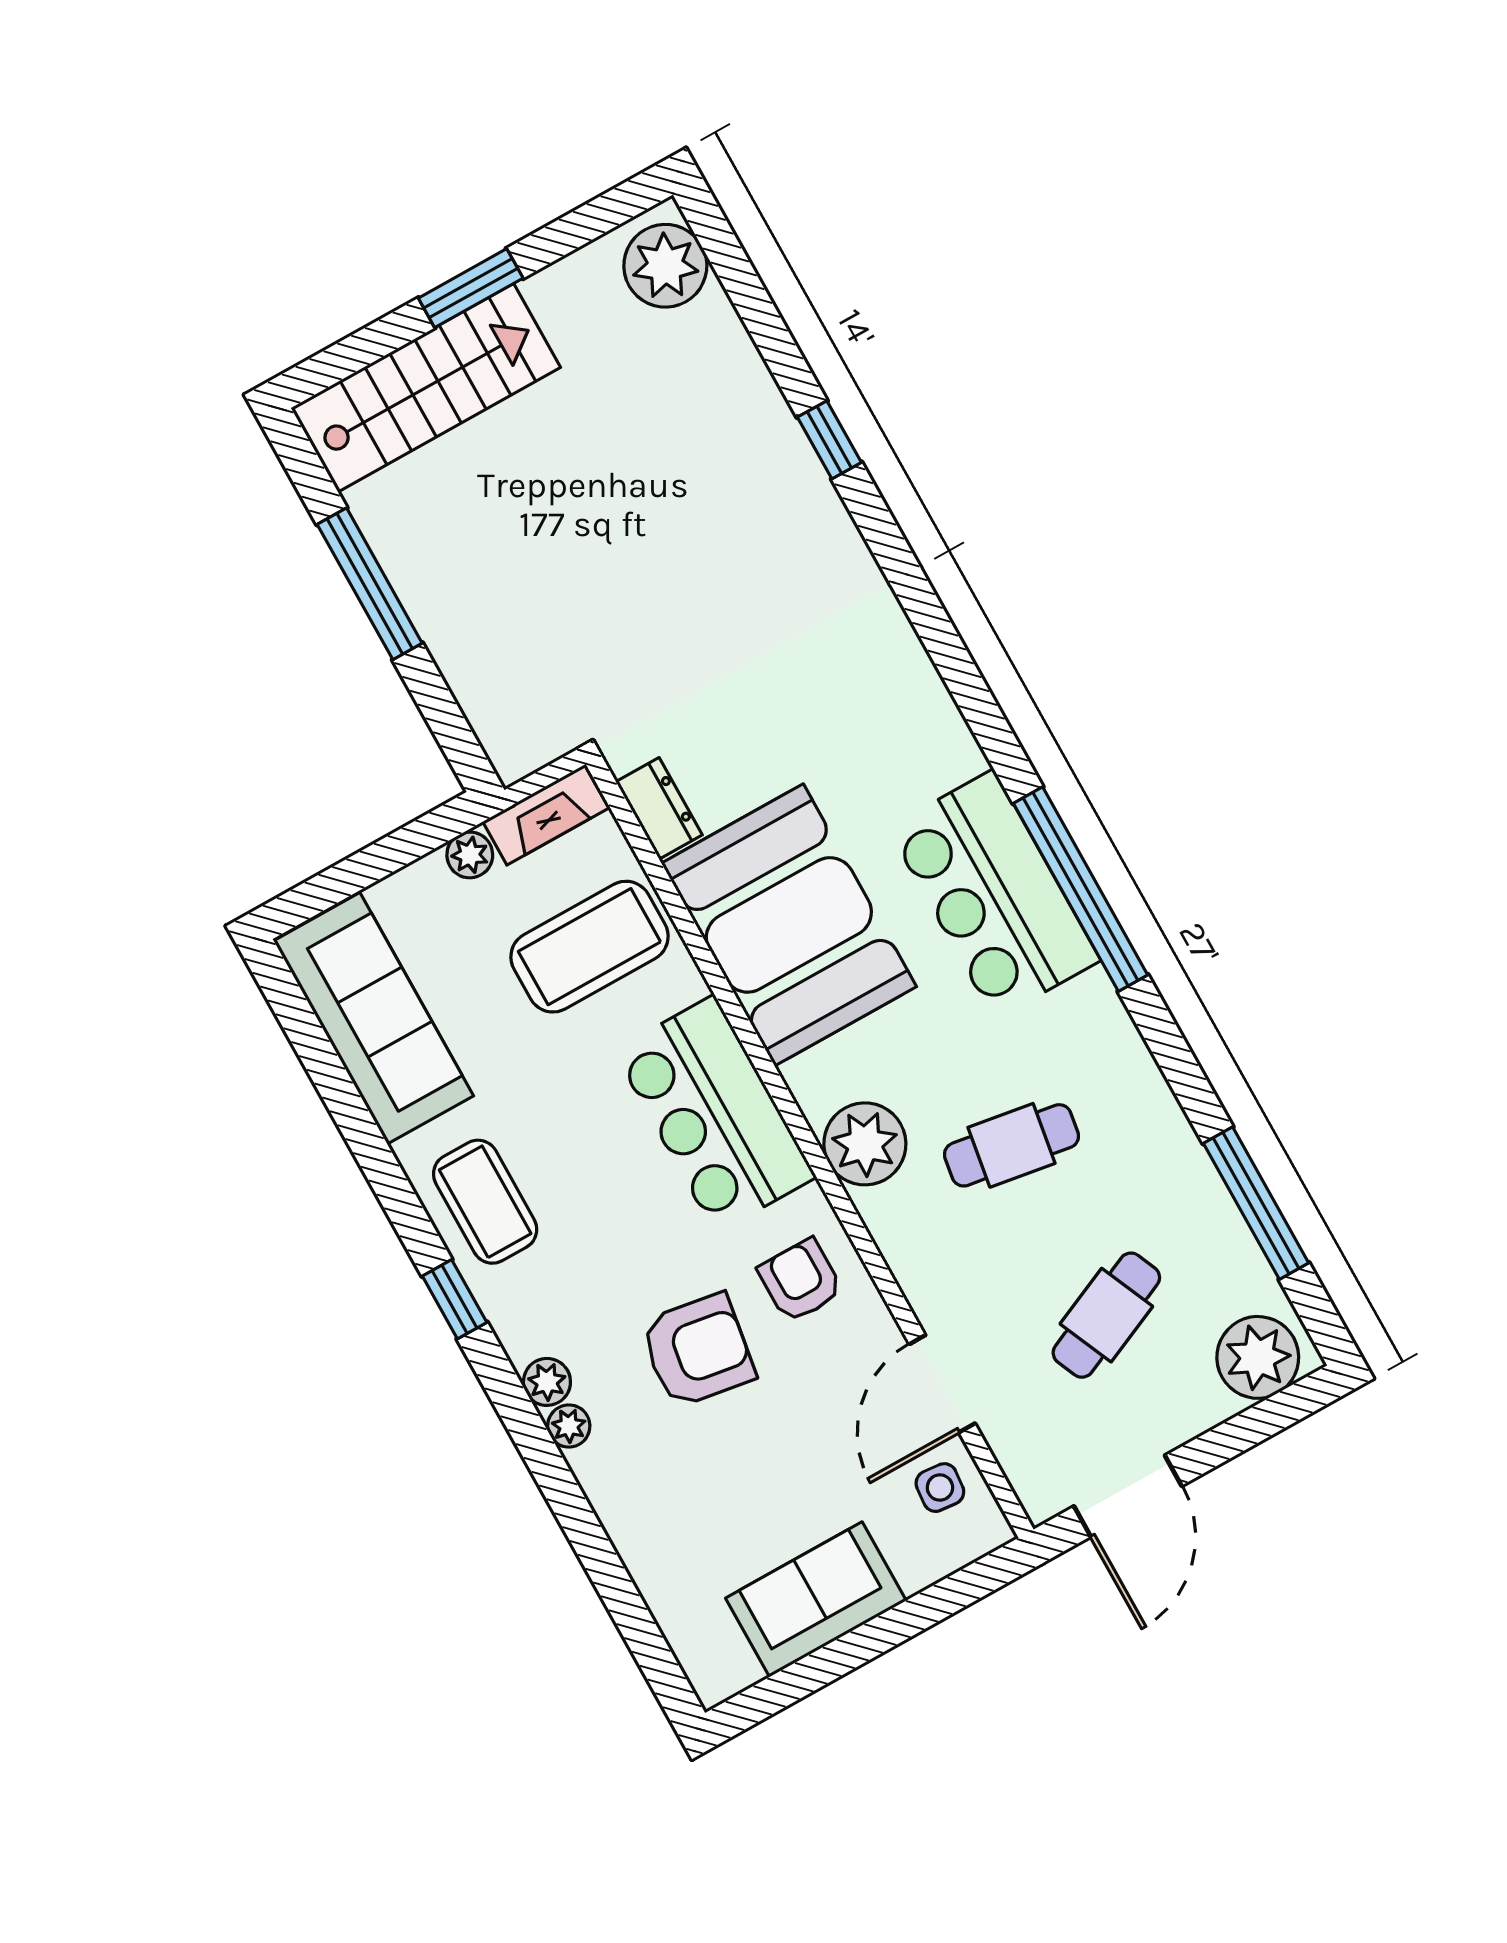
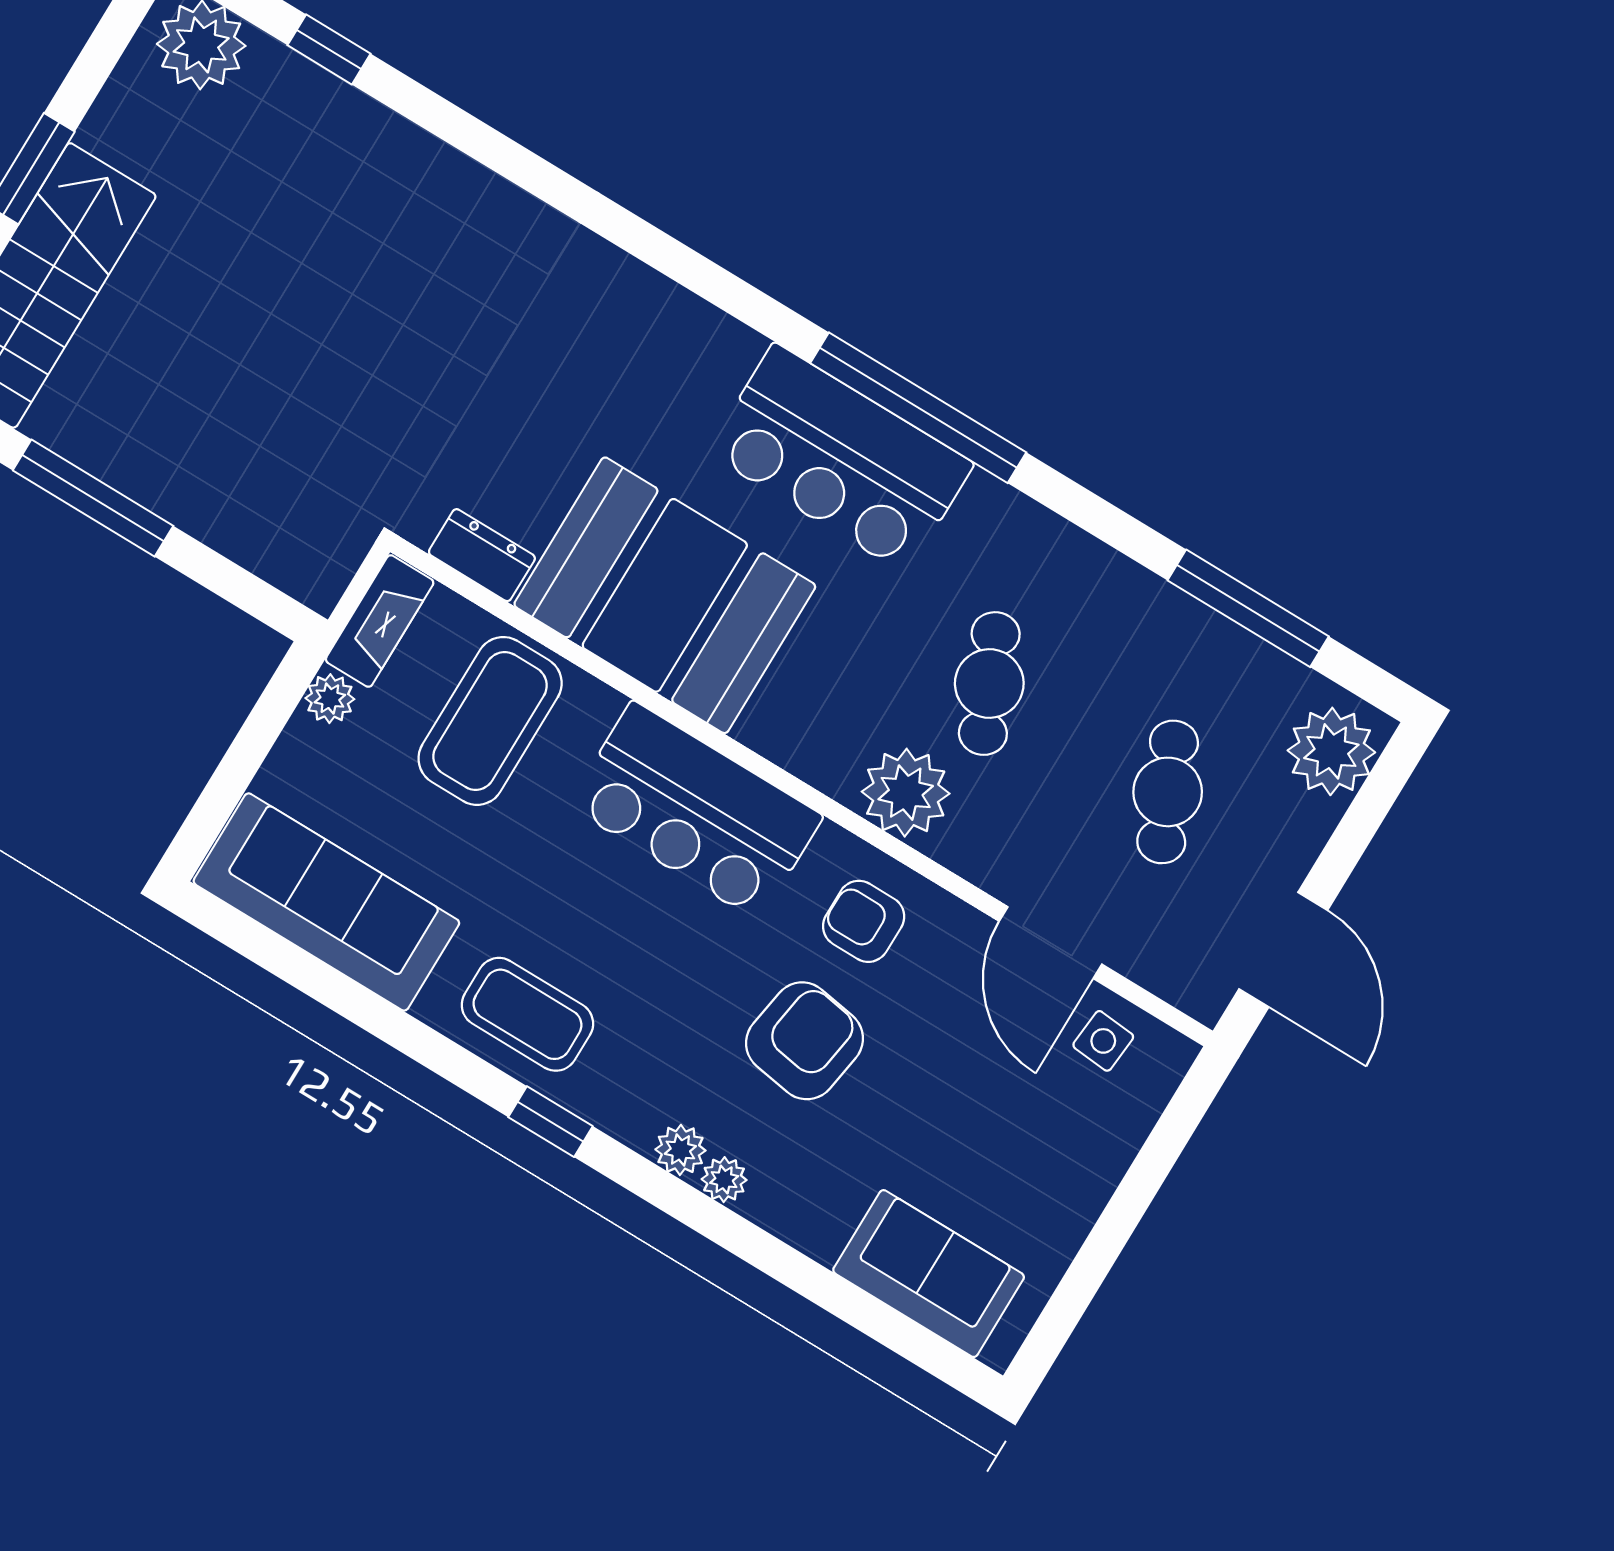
window: (829, 440) -> (329, 49), moved
plant: (865, 1144) -> (906, 793), moved
cafe table: (1011, 1145) -> (989, 684), turned -33
sofa: (816, 1599) -> (929, 1274), moved, turned 90

